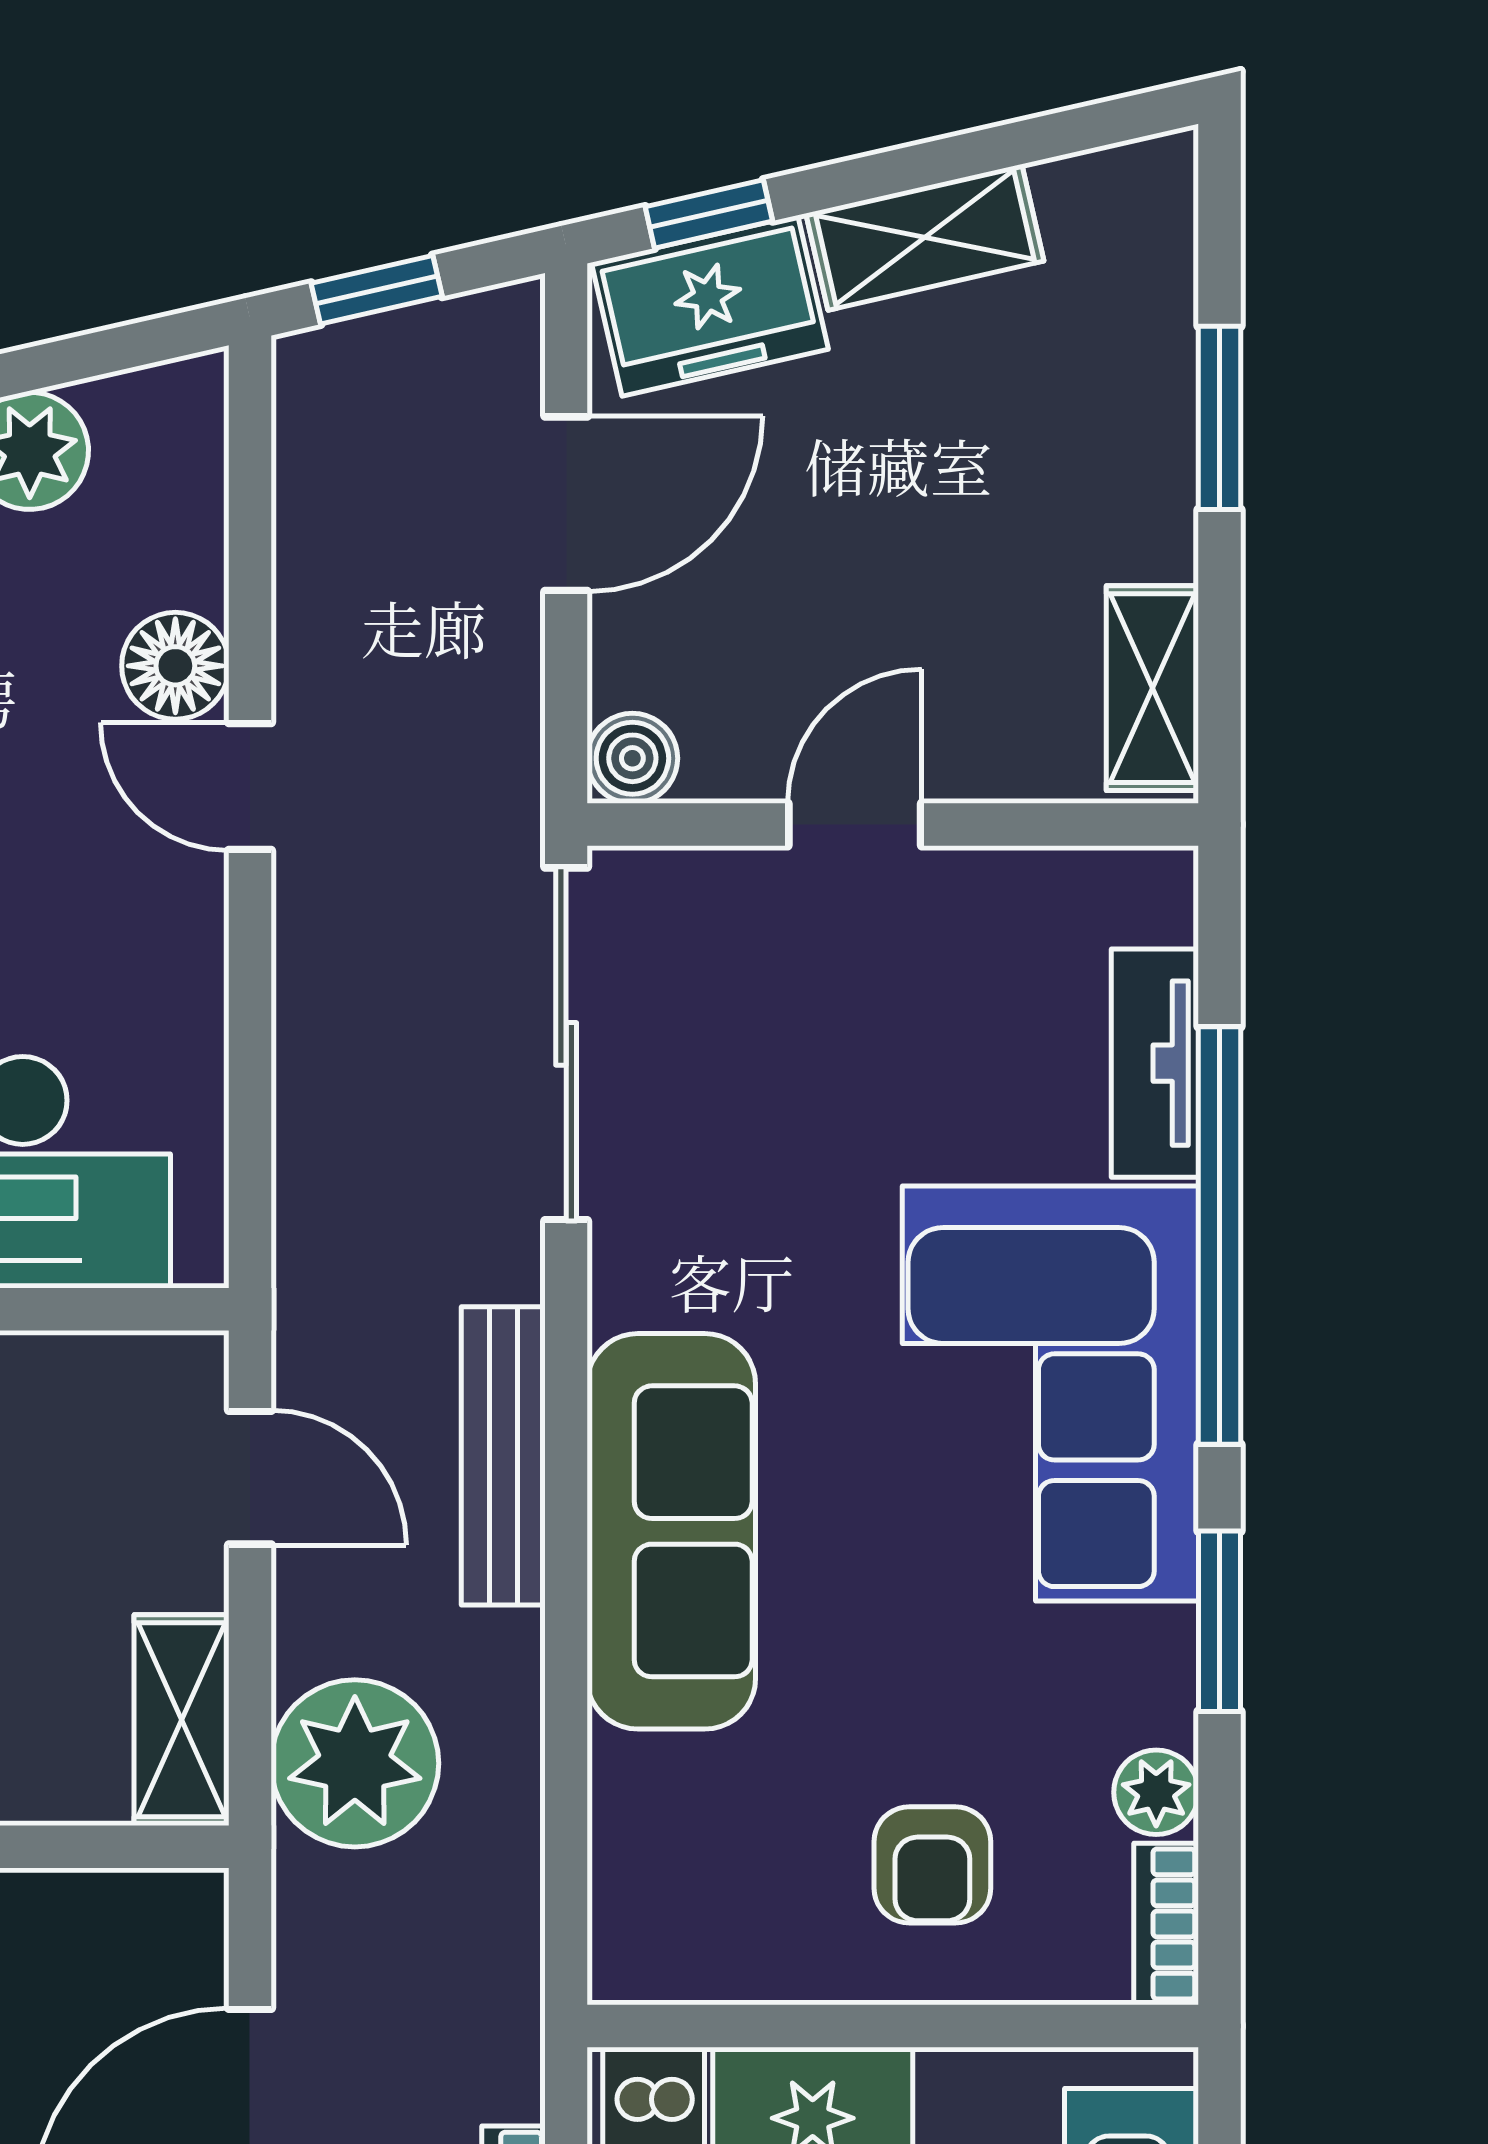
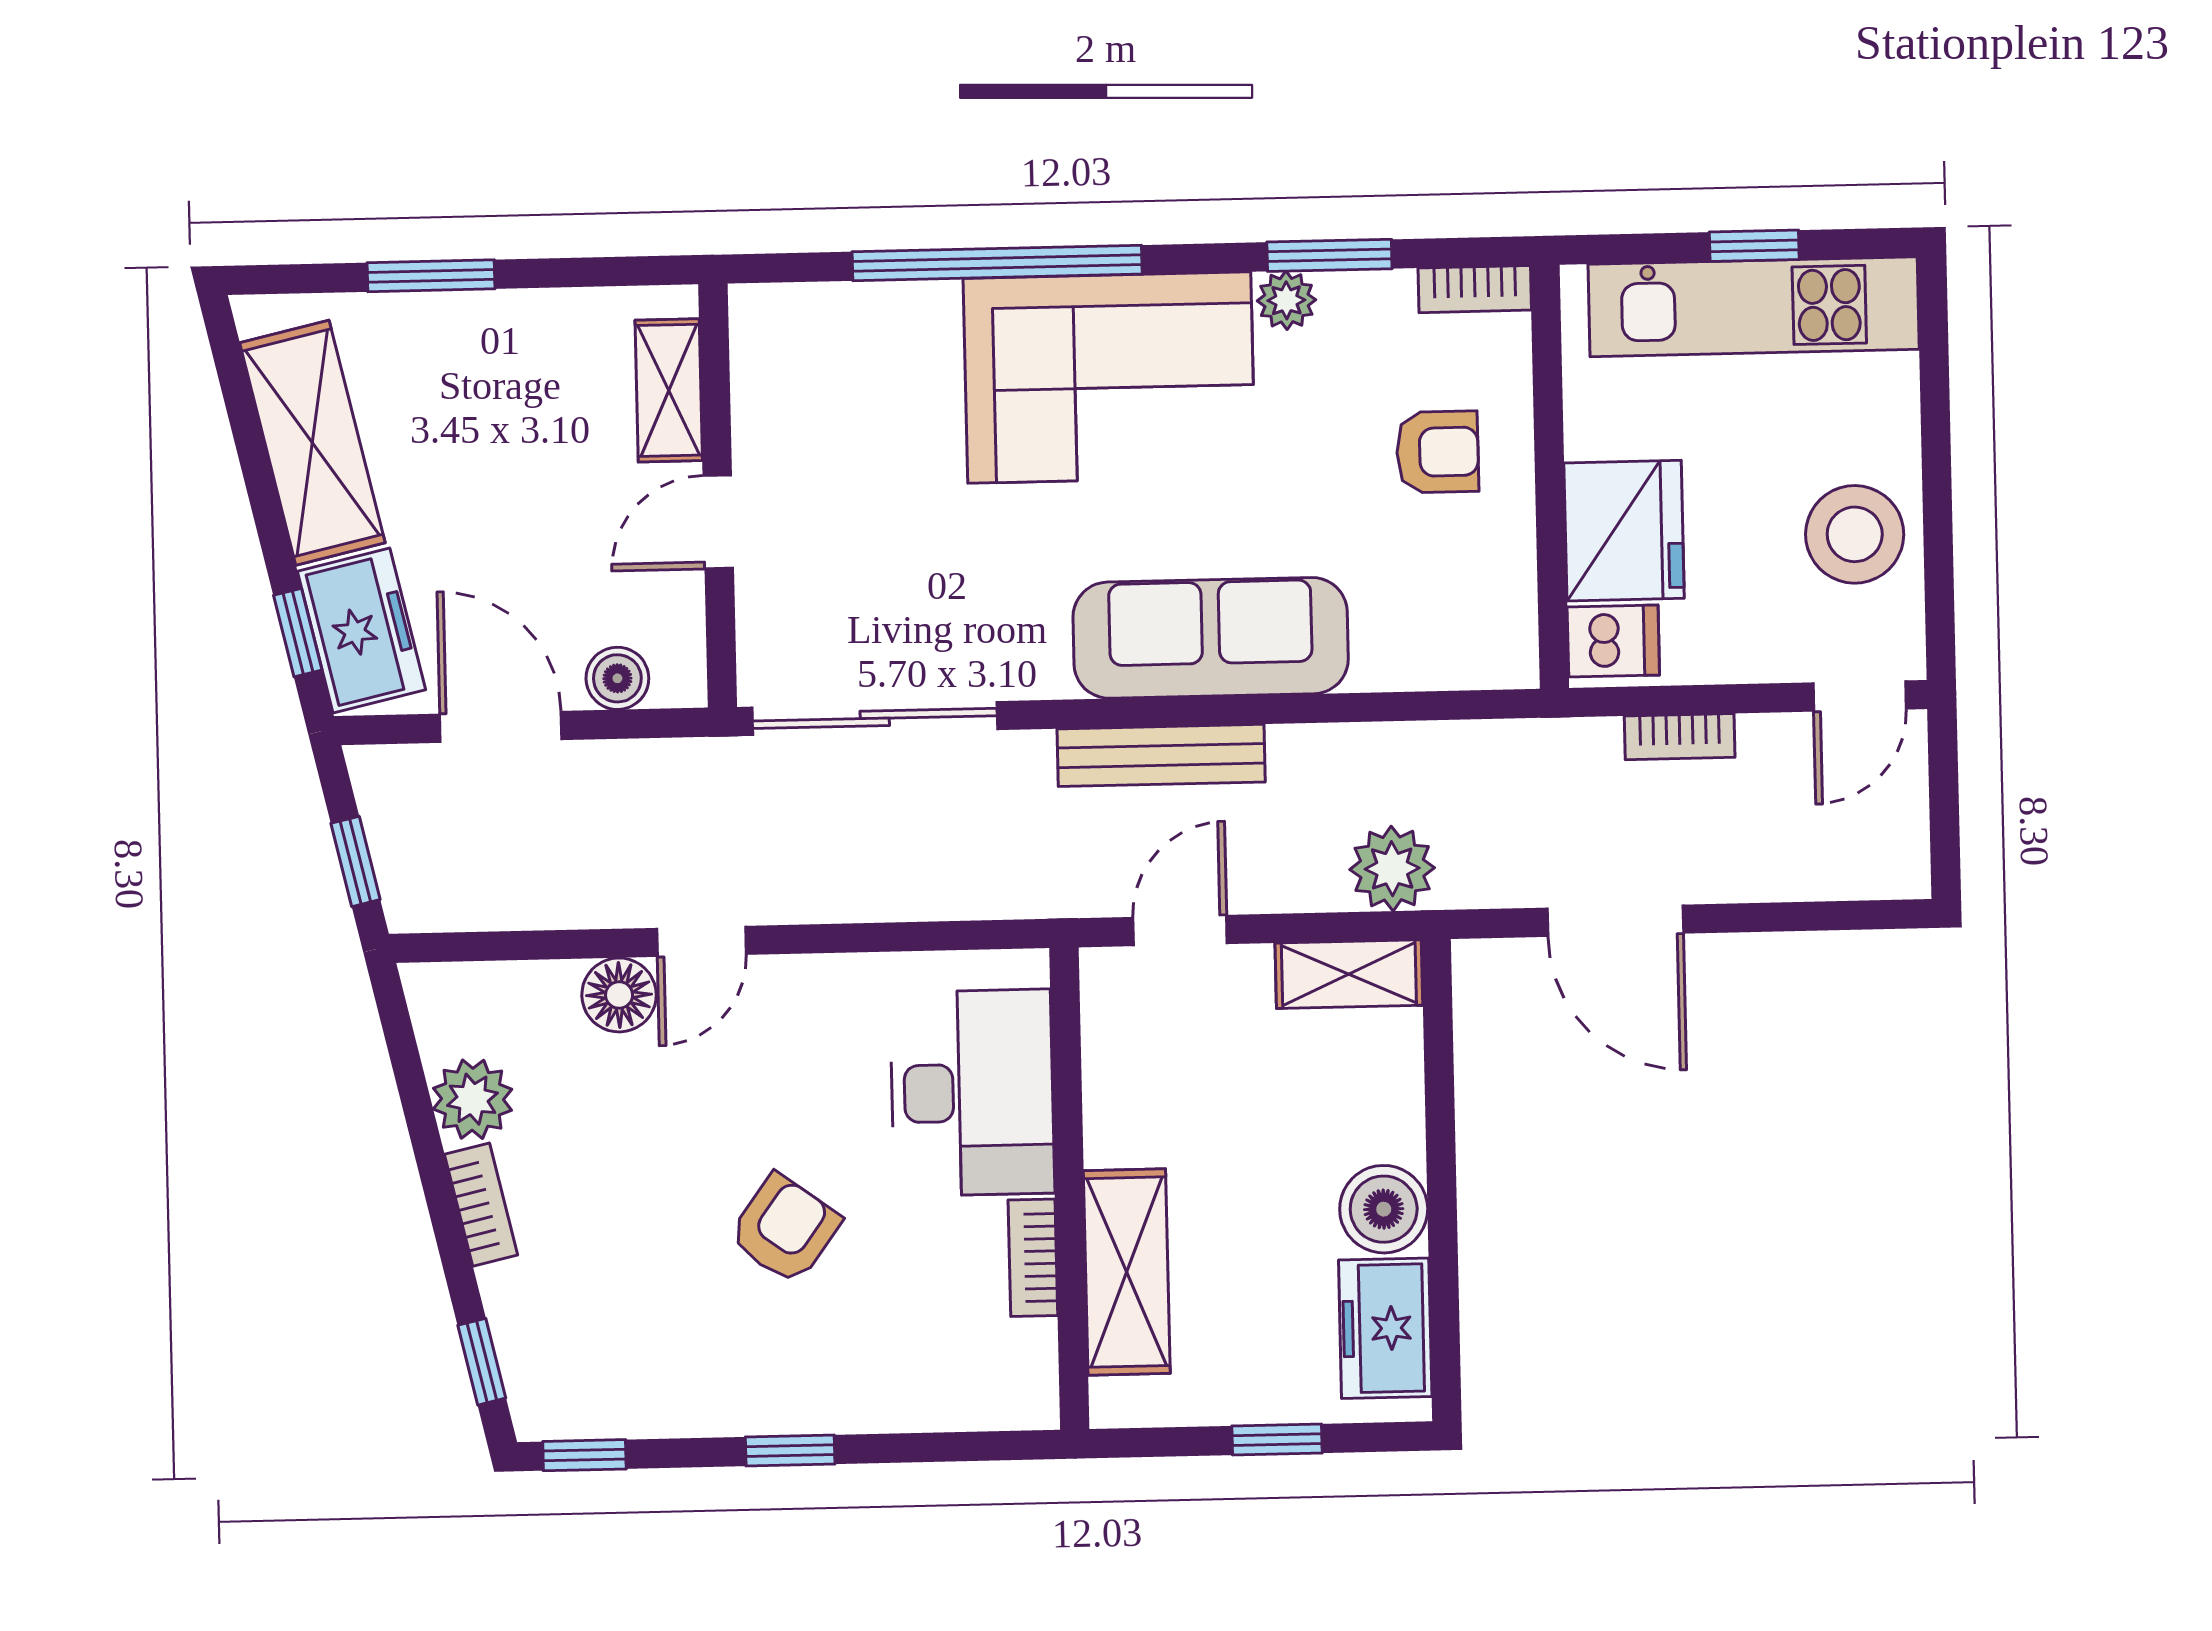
shelving: (925, 237) -> (312, 443), width x1.50, depth x1.33
shelving: (1152, 688) -> (669, 390), moved, turned 90
boiler: (632, 758) -> (617, 678), moved
door: (855, 825) -> (718, 522), hinge flipped
tv unit: (1155, 1063) -> (879, 310), removed
window: (1220, 1621) -> (1329, 255), moved
plant: (355, 1763) -> (1392, 869), width x0.73, depth x0.73
plant: (1156, 1792) -> (1286, 300), moved

